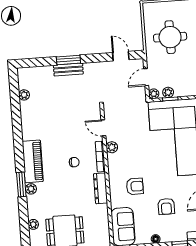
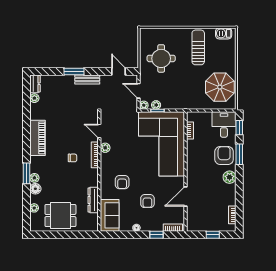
bench: (68, 70) -> (87, 79), moved
door: (146, 77) -> (138, 91), hinge flipped
dresser: (23, 78) -> (35, 84), added
piano: (33, 161) -> (38, 138), moved
armchair: (135, 186) -> (122, 182), turned 90
dresser: (101, 188) -> (93, 200), moved
floor lamp: (33, 202) -> (35, 189), added

